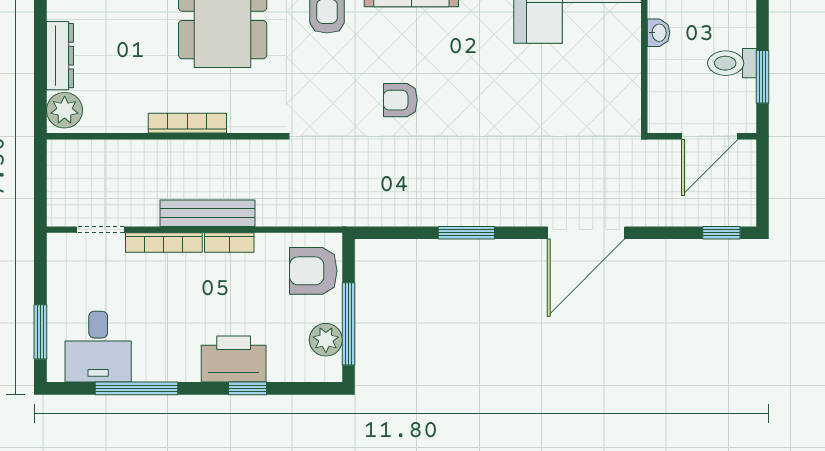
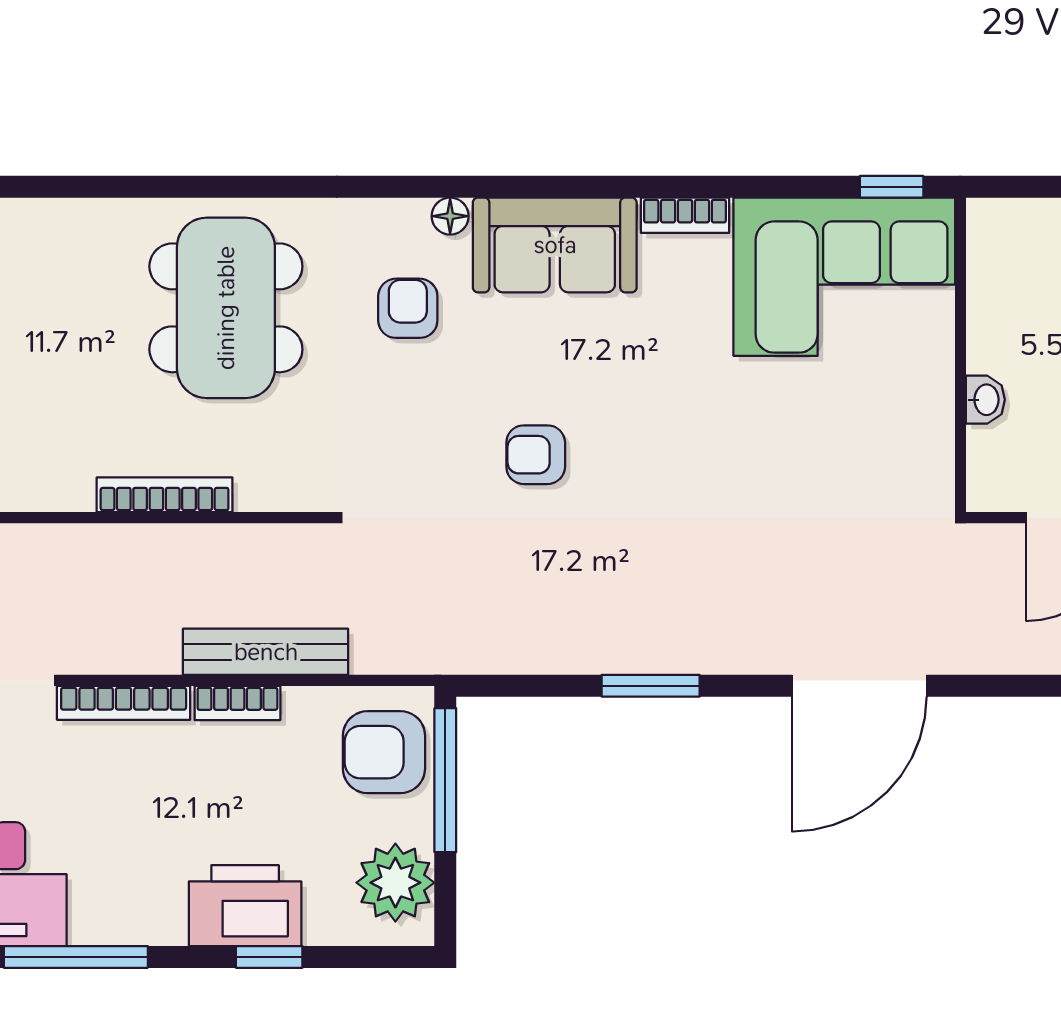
washbasin: (658, 33) -> (985, 400), moved
bench: (208, 213) -> (266, 652), moved
window: (349, 324) -> (445, 780), moved
plant: (326, 340) -> (395, 883), width x1.36, depth x1.36

